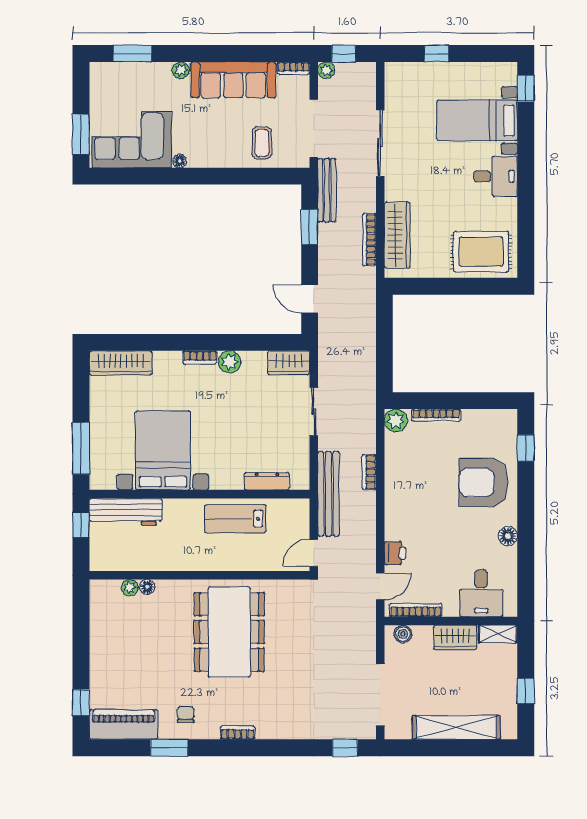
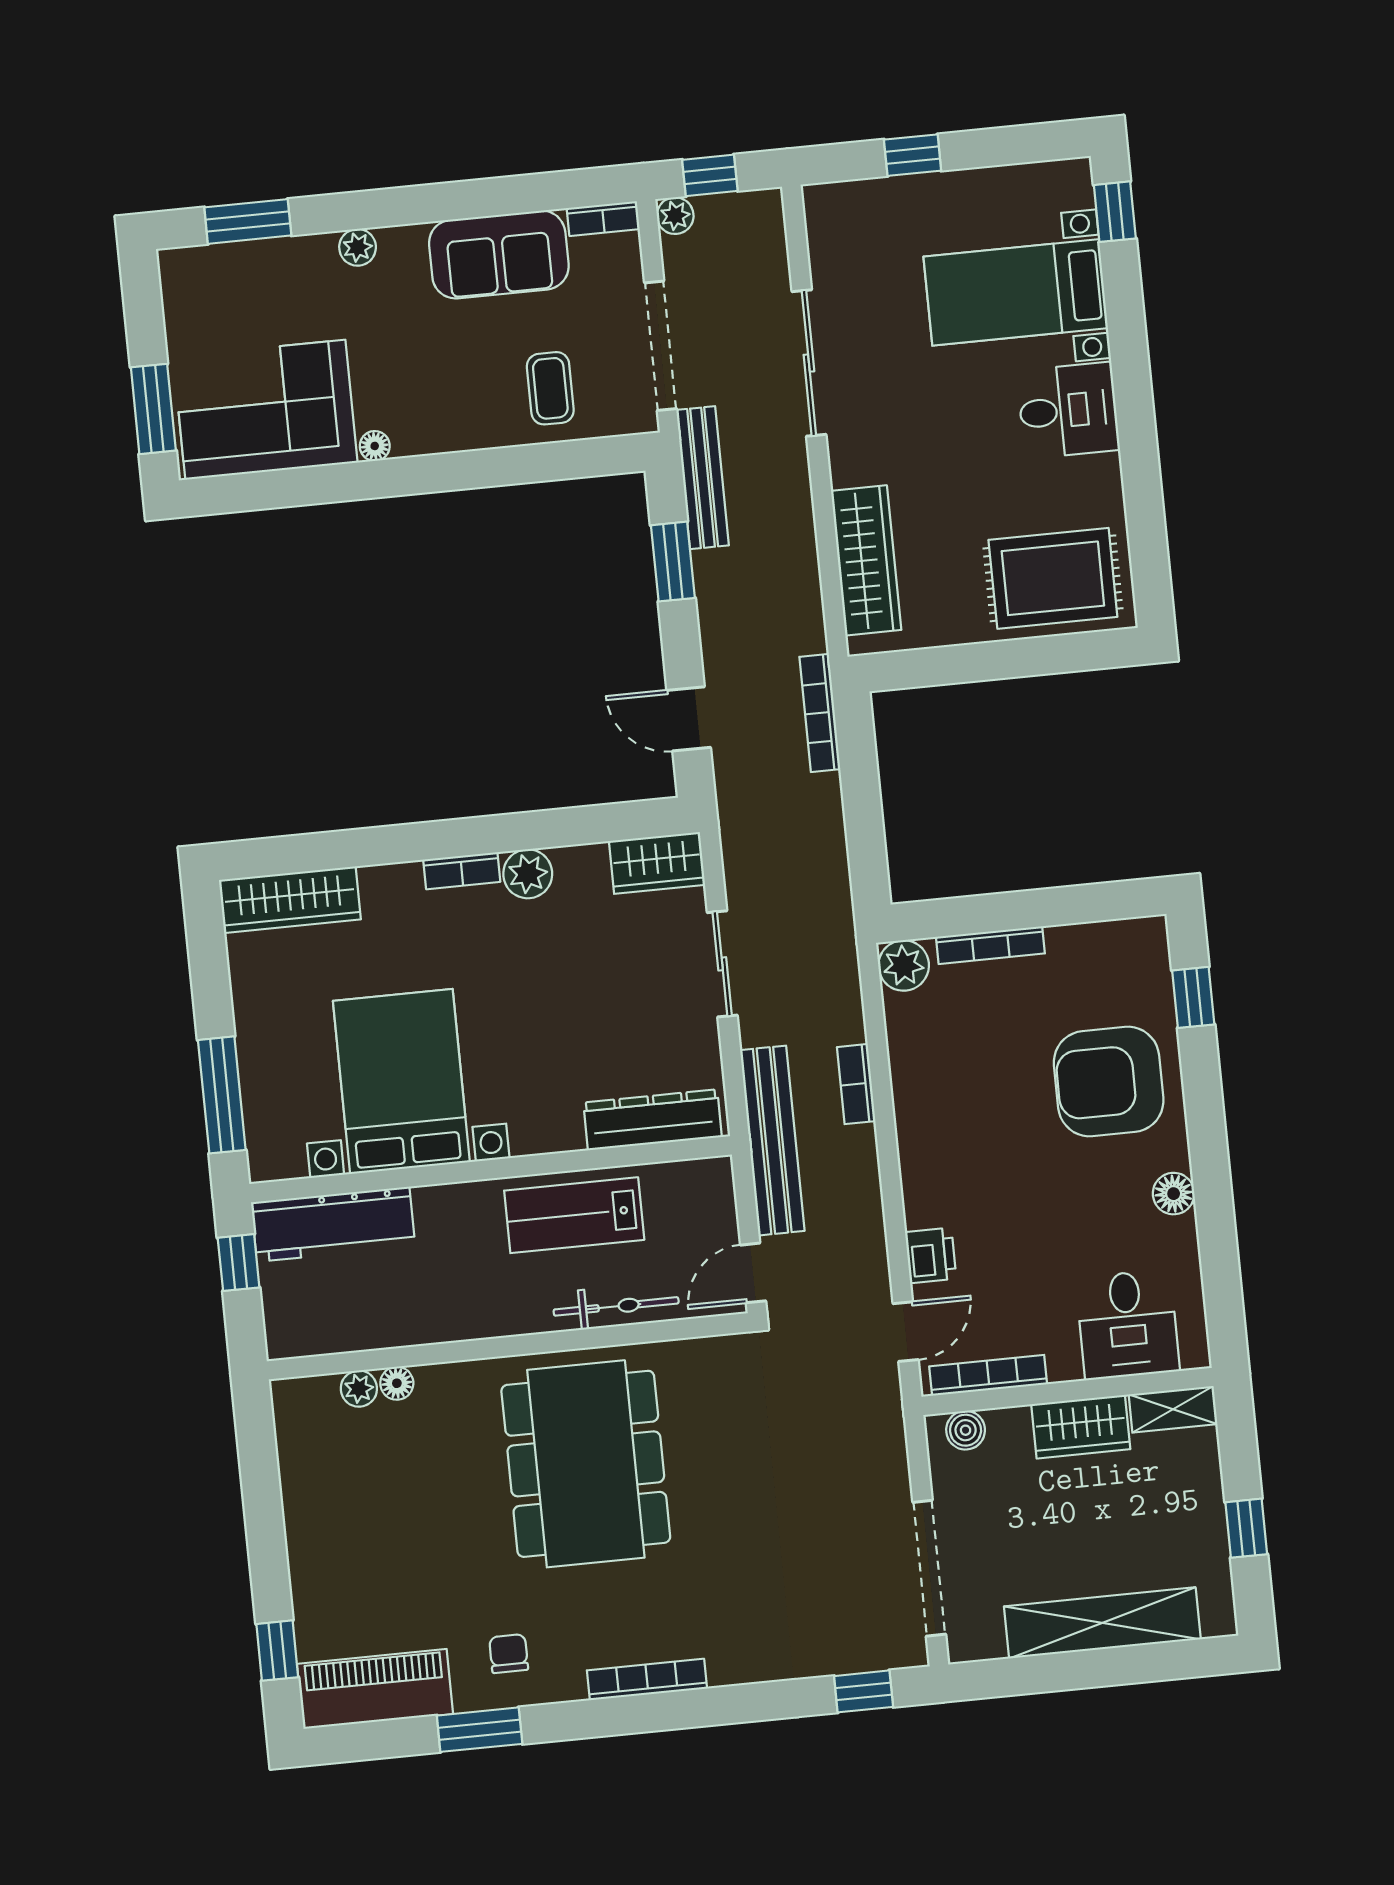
sofa: (233, 80) -> (499, 255), width x0.73
bookcase: (369, 240) -> (820, 713), moved
dresser: (267, 481) -> (653, 1120), width x1.37, depth x1.24
bicycle: (250, 562) -> (616, 1306), added
bookcase: (238, 733) -> (647, 1680), width x1.56

